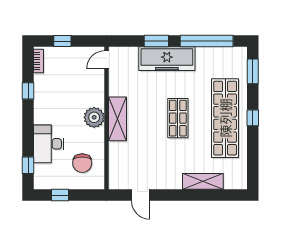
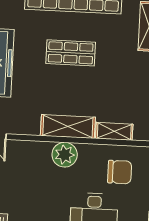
shelving: (115, 157) -> (114, 131), added

